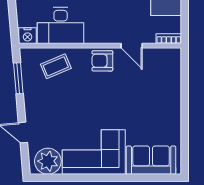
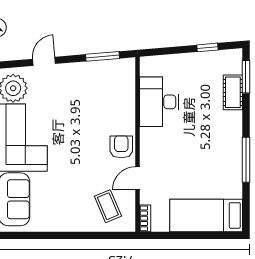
nightstand: (27, 36) -> (148, 66), removed
coffee table: (56, 66) -> (108, 206), moved

